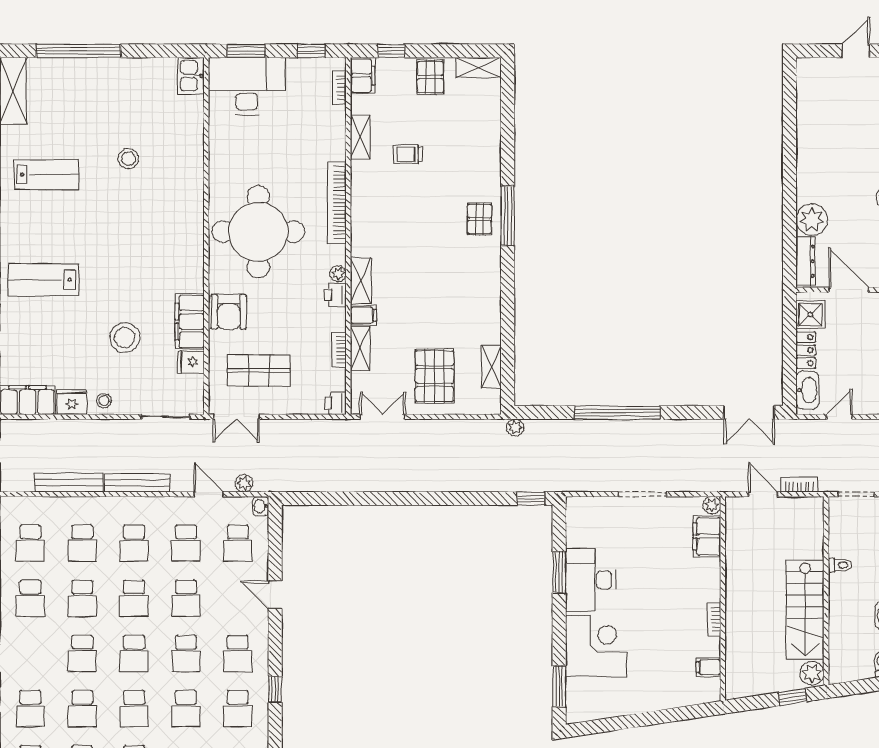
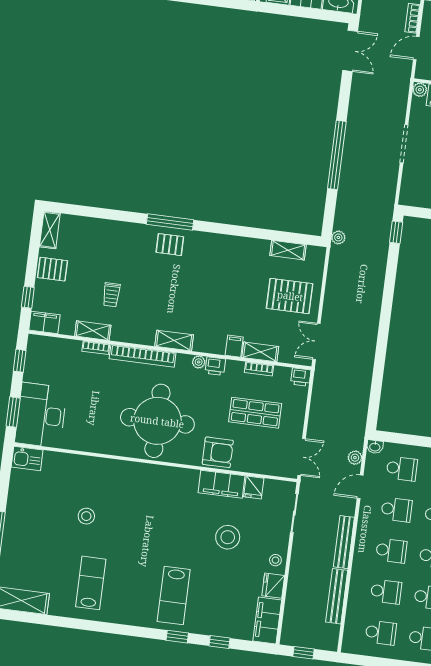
bookcase: (339, 88) -> (96, 348), moved
shelving: (361, 281) -> (174, 341), moved
shop shelf: (259, 370) -> (255, 413), moved, turned 90

